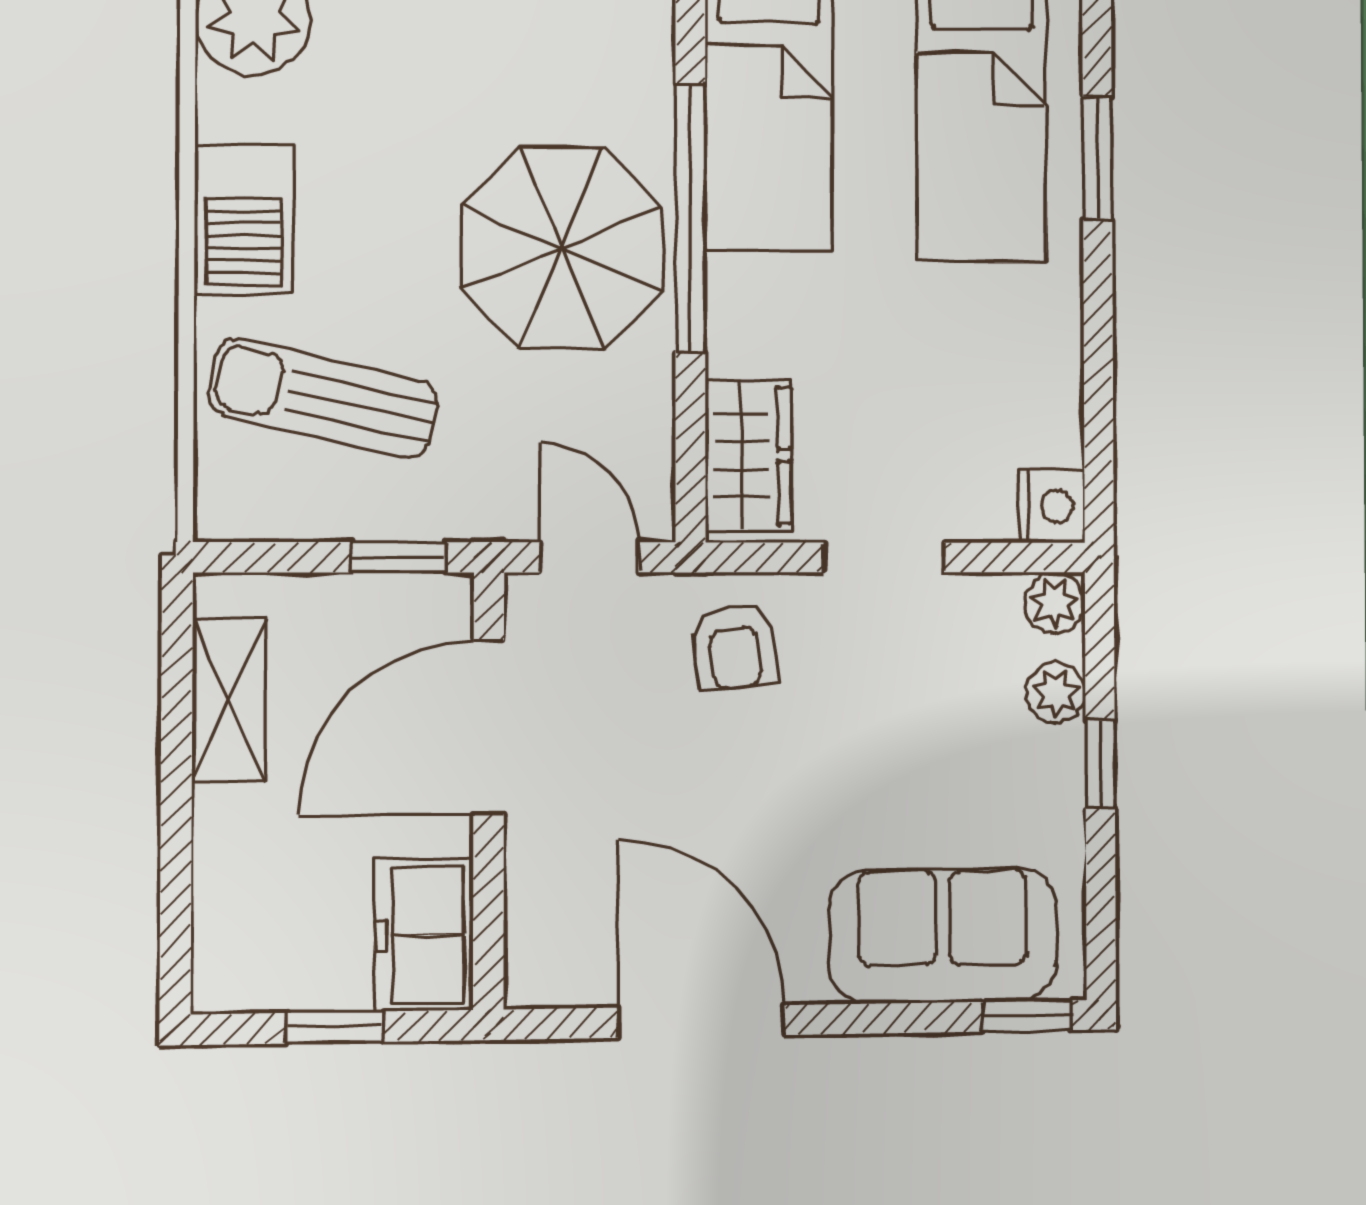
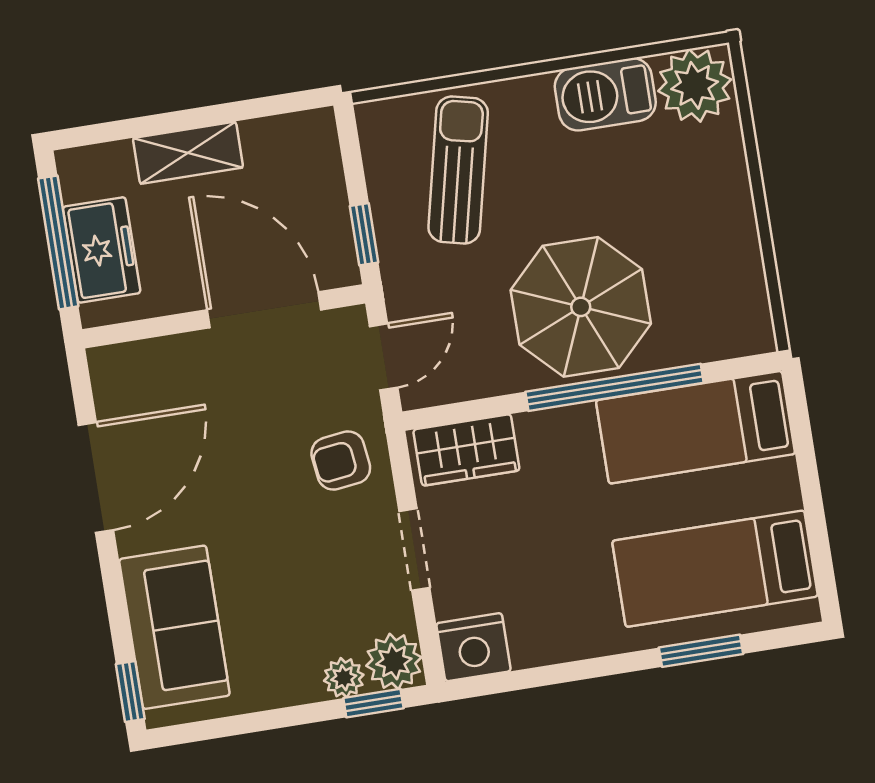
barbecue: (244, 219) -> (605, 94), moved
nightstand: (1052, 506) -> (474, 647), width x1.36, depth x1.33
plant: (1055, 603) -> (394, 662), width x1.38, depth x1.38
shelving: (229, 700) -> (188, 153), moved
window: (1100, 764) -> (373, 703), moved
freezer: (424, 935) -> (102, 250), moved, turned 90
window: (334, 1027) -> (58, 242), width x2.17

